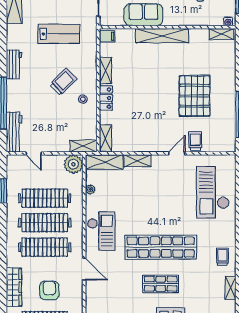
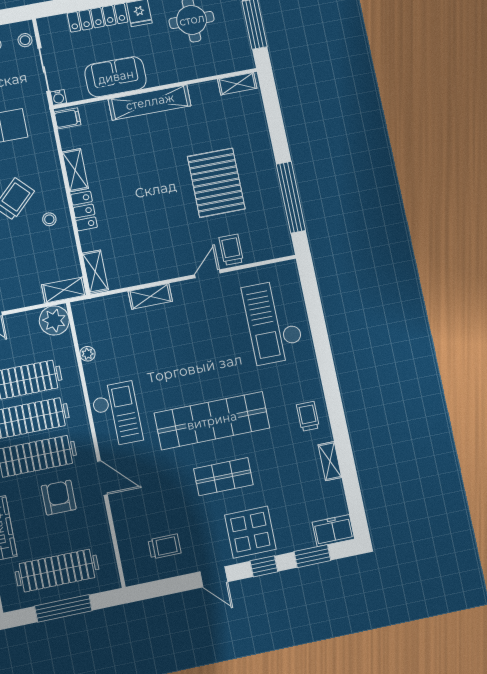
water cooler: (228, 21) -> (58, 97), moved
shelving: (104, 162) -> (101, 308), removed
armchair: (49, 290) -> (59, 498), moved

